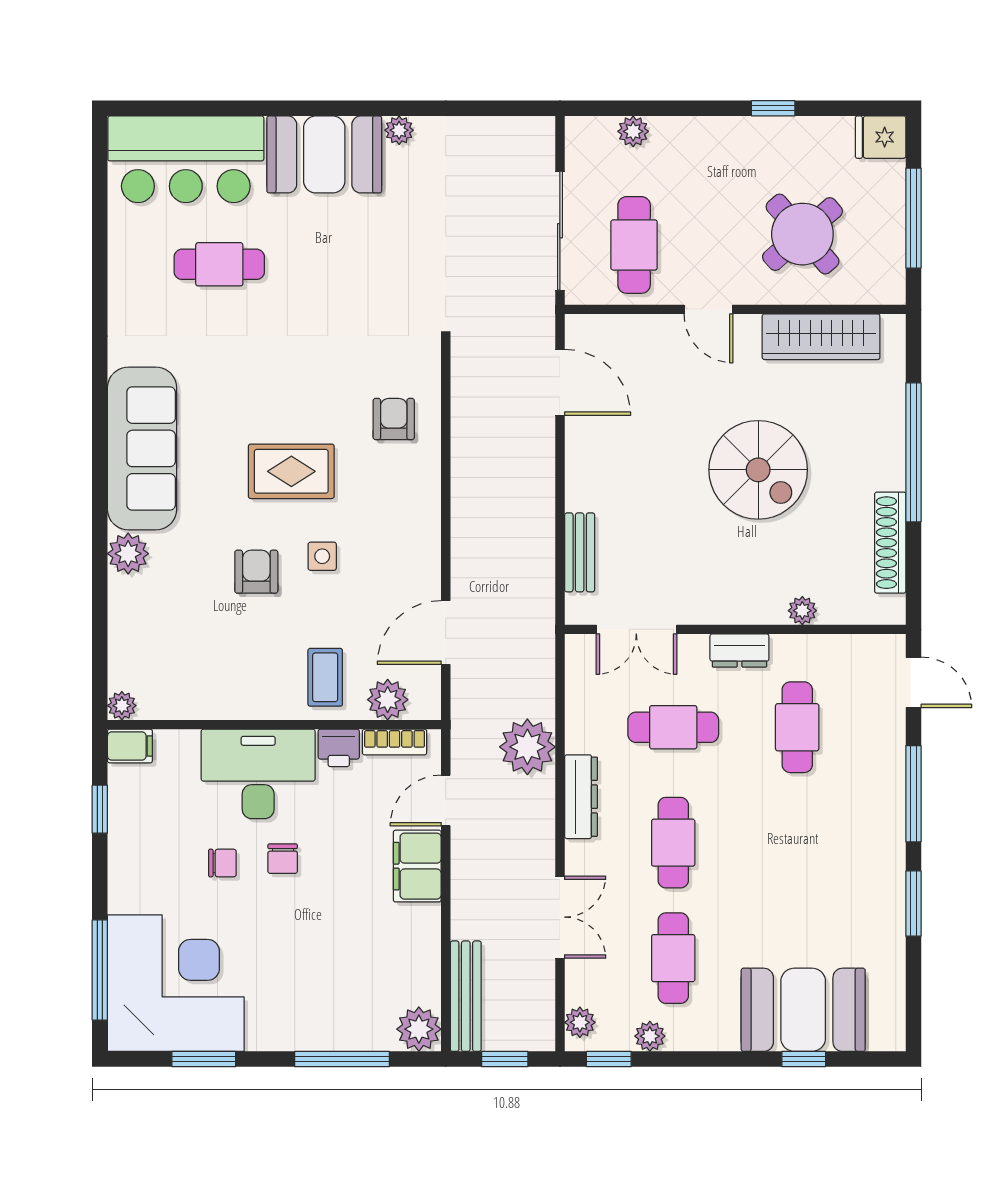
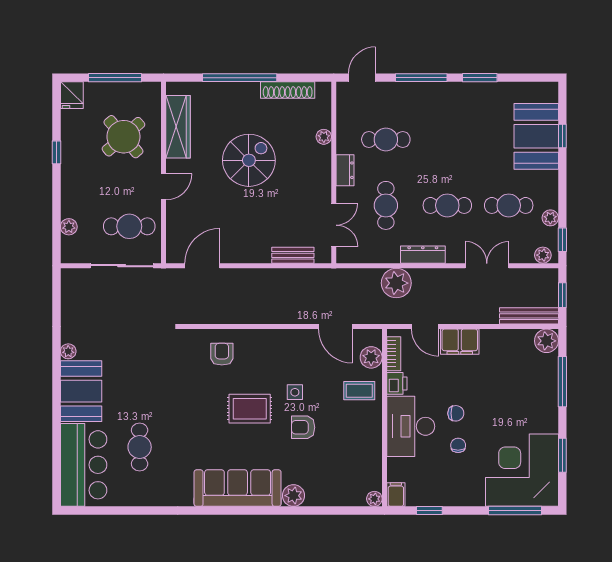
armchair: (394, 419) -> (222, 354), turned 90
rug: (291, 471) -> (250, 409), turned 90

